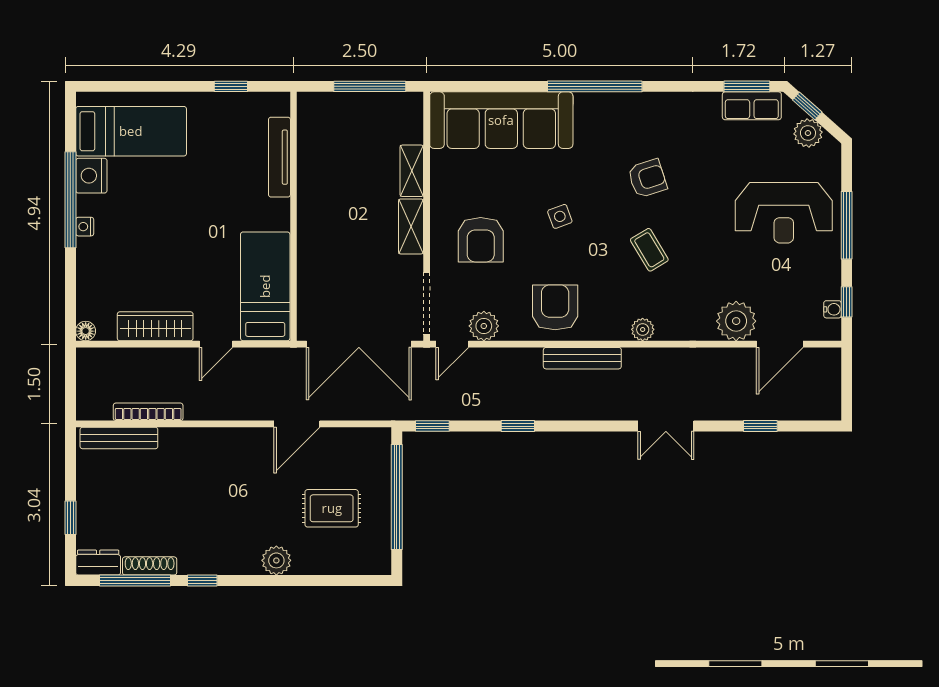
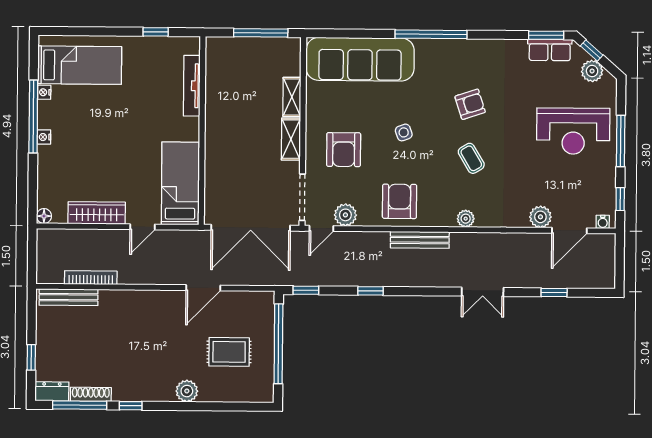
nightstand: (91, 176) -> (44, 92), width x0.53, depth x0.56
water cooler: (833, 309) -> (603, 222), moved, turned 90
plant: (736, 321) -> (540, 217), width x0.73, depth x0.73

